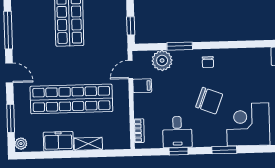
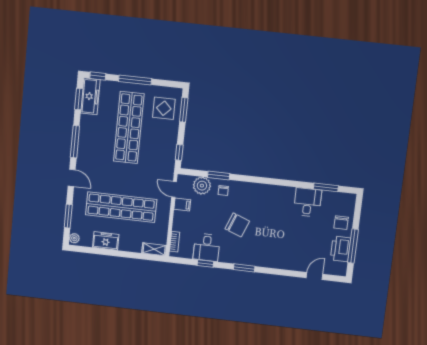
chair: (208, 62) -> (223, 191), moved
door: (130, 69) -> (174, 189), hinge flipped
corner desk: (248, 124) -> (267, 250), removed
shelving: (88, 144) -> (154, 249), moved

